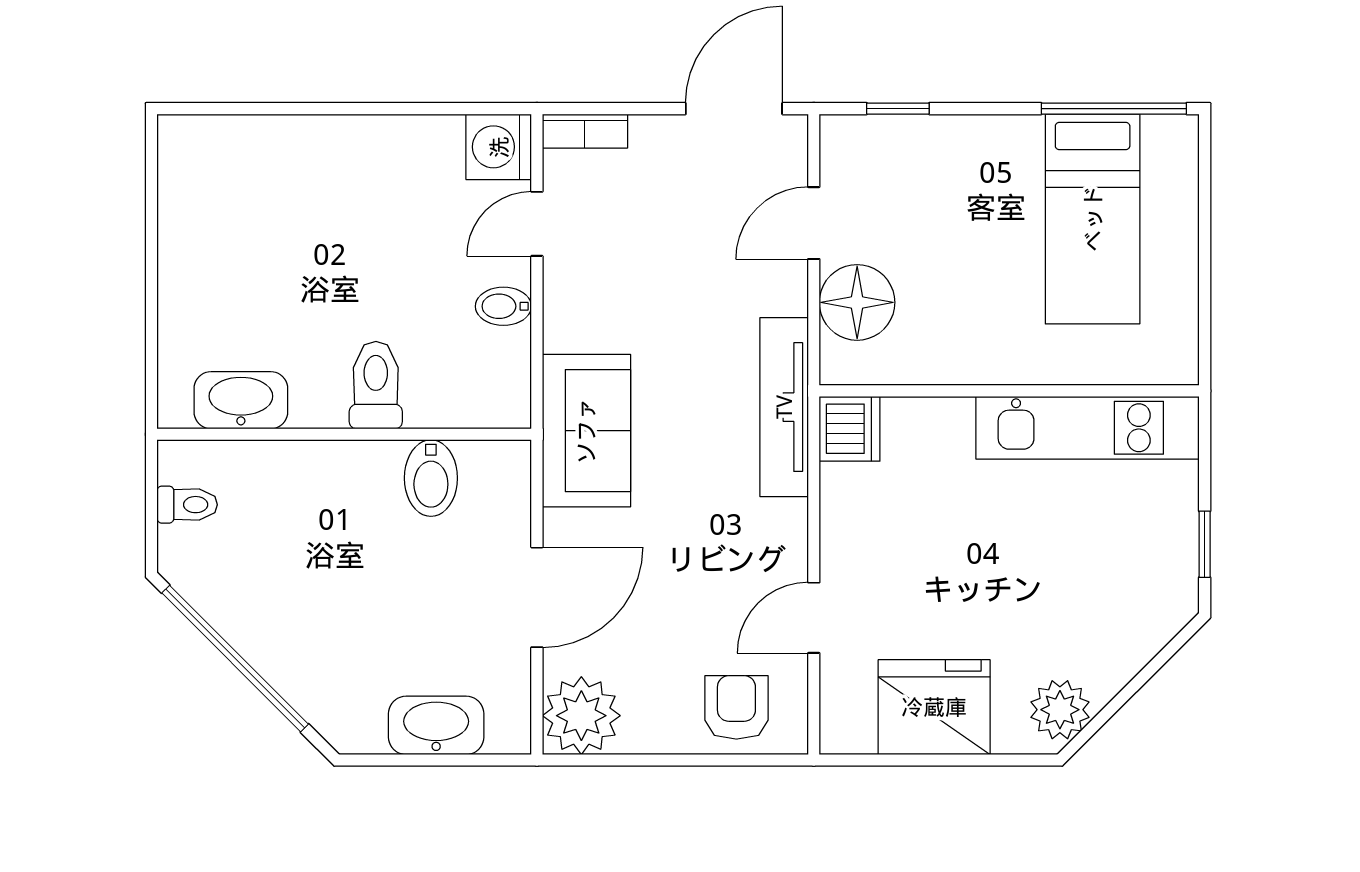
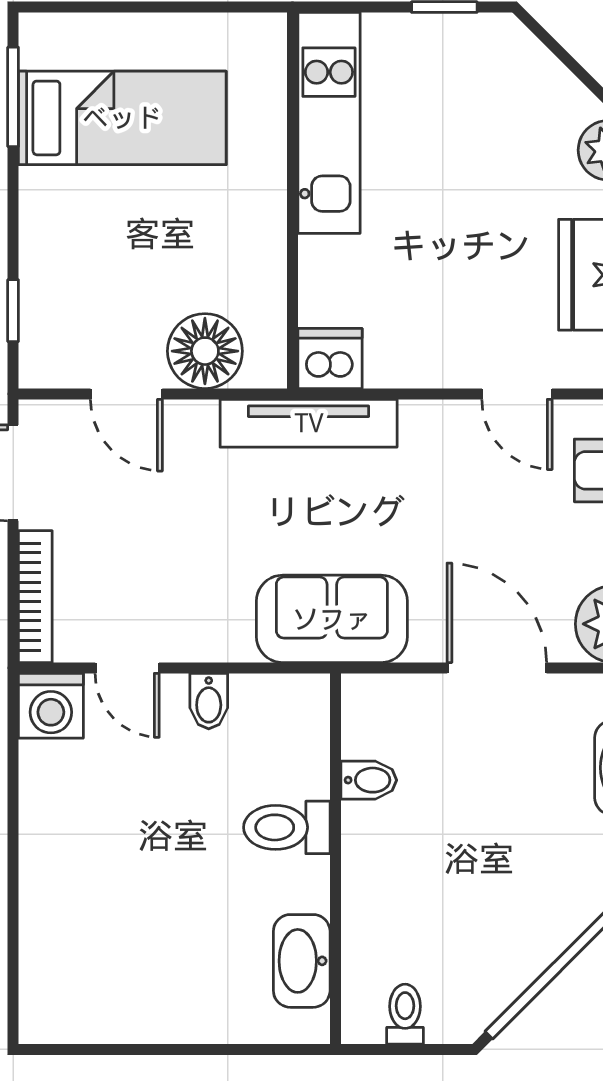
window: (1114, 109) -> (13, 97), width x0.69
bookcase: (585, 131) -> (35, 597), width x1.56
bidet: (431, 478) -> (369, 780), width x0.72, depth x0.74

